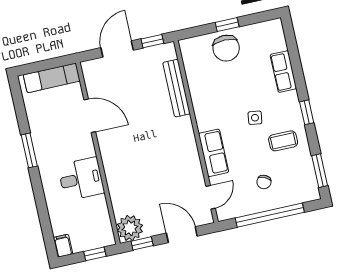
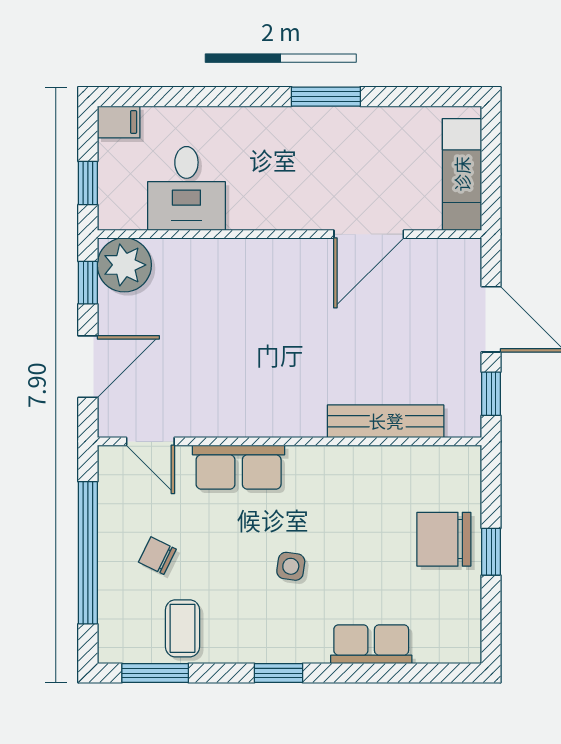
coffee table: (283, 141) -> (182, 628), moved
desk: (81, 179) -> (186, 188), moved

